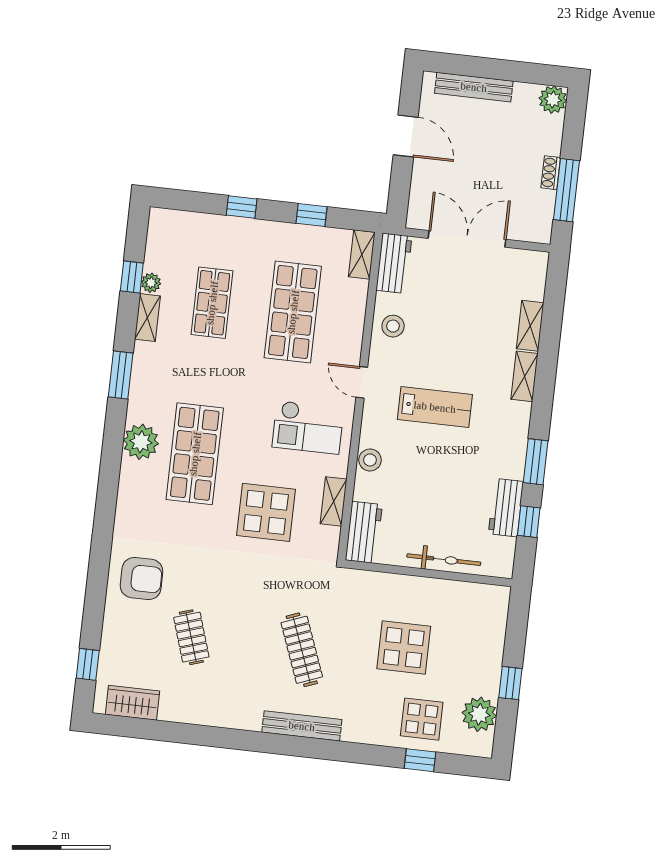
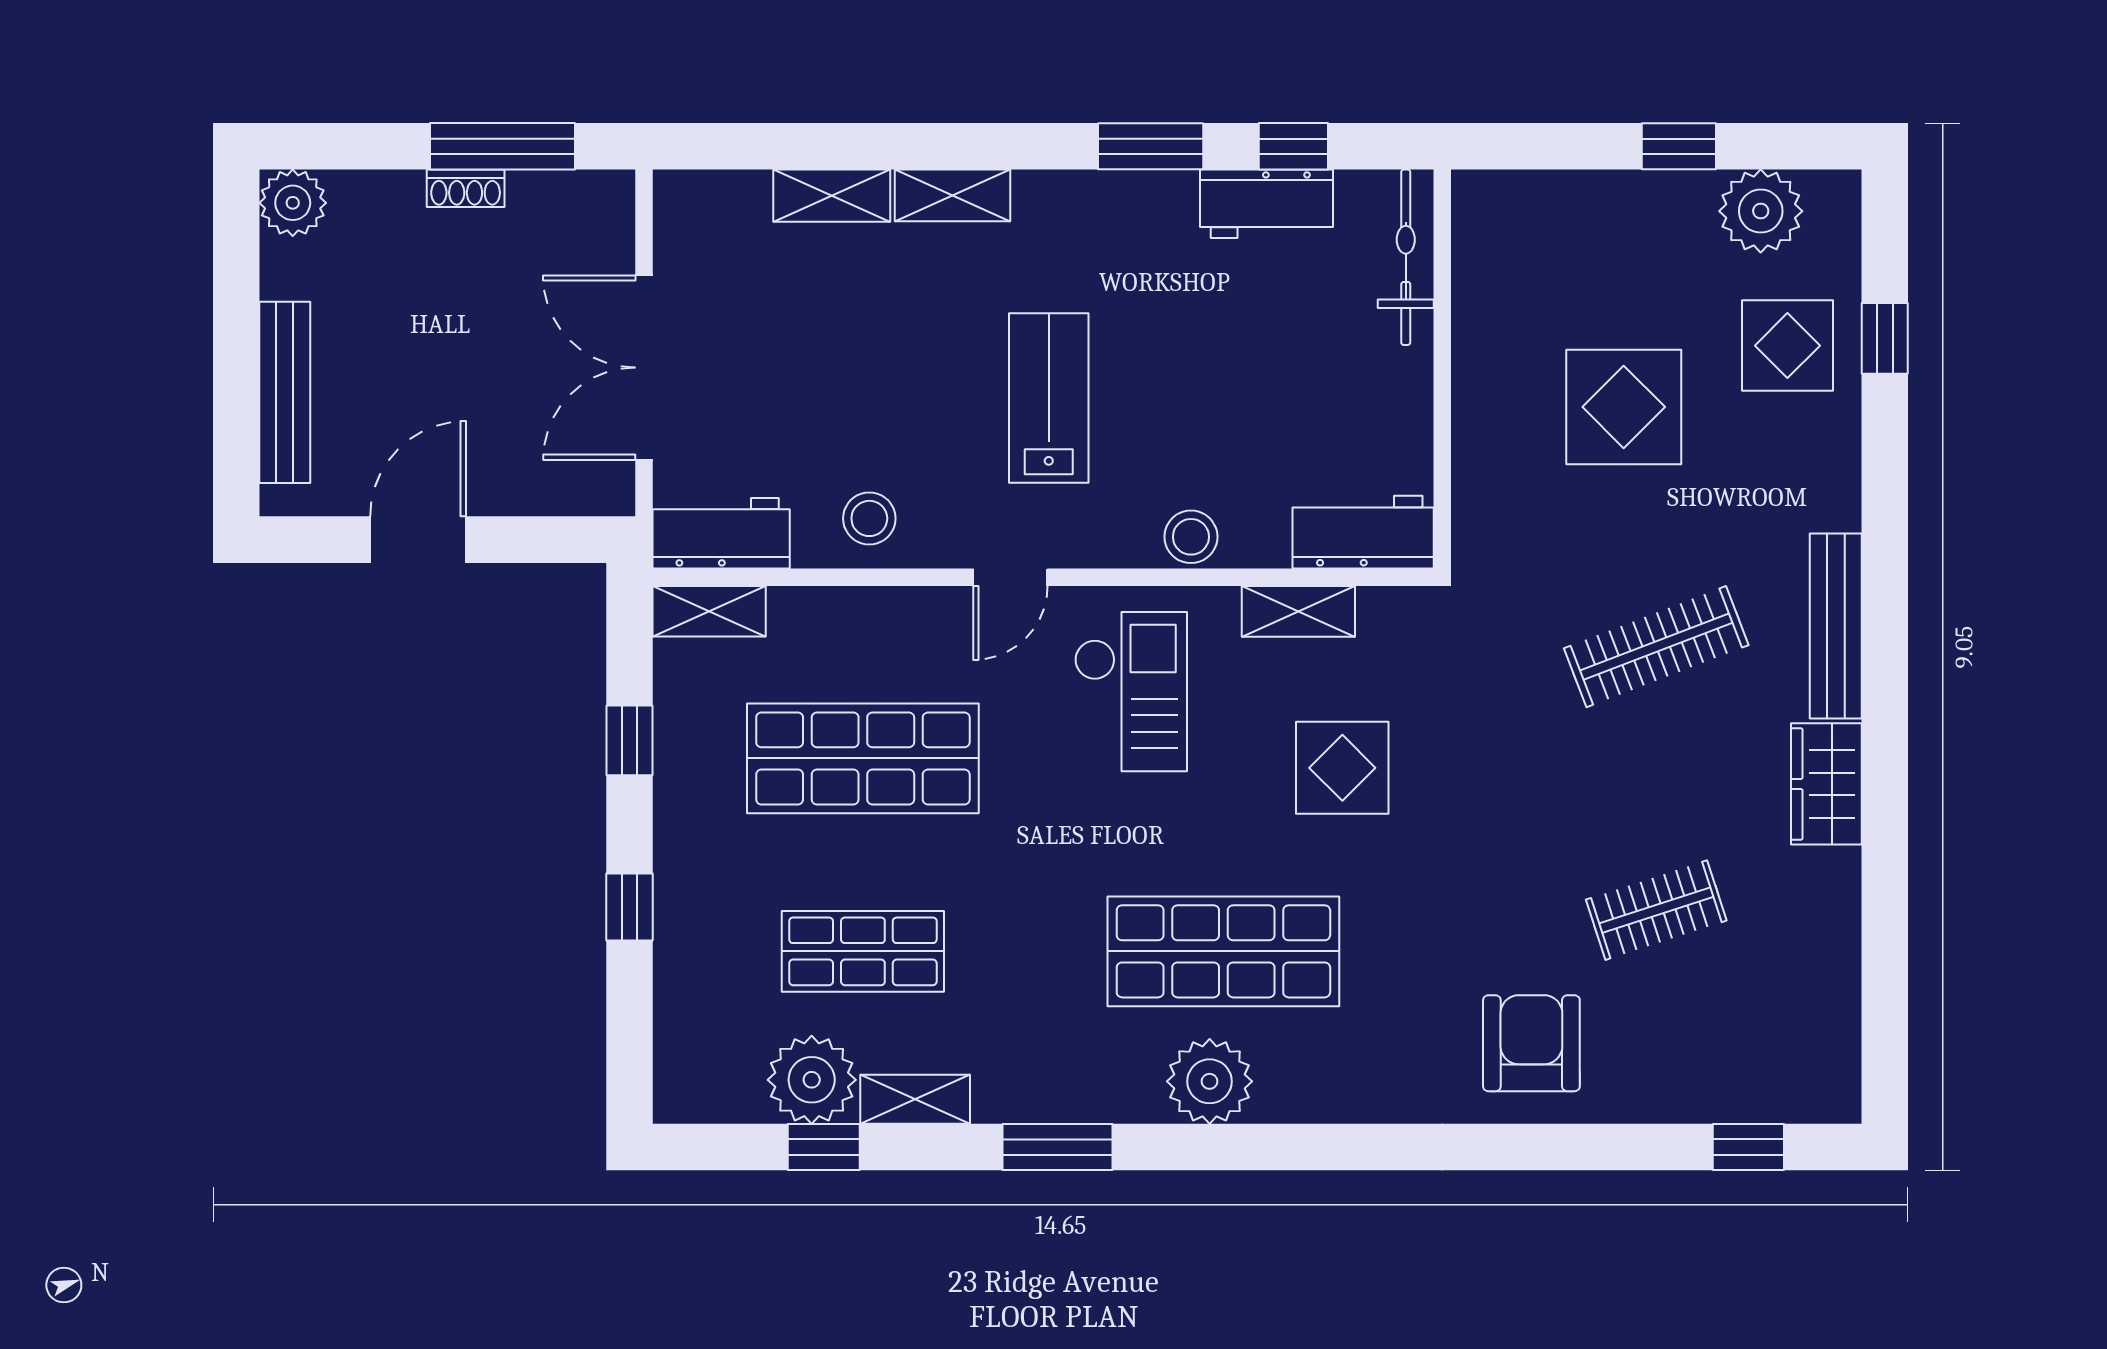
plant: (151, 283) -> (812, 1080), width x1.88, depth x1.88
display table: (266, 512) -> (1342, 768), width x0.73, depth x0.73
bicycle: (444, 560) -> (1406, 257), moved
wardrobe: (133, 703) -> (1826, 784), moved

